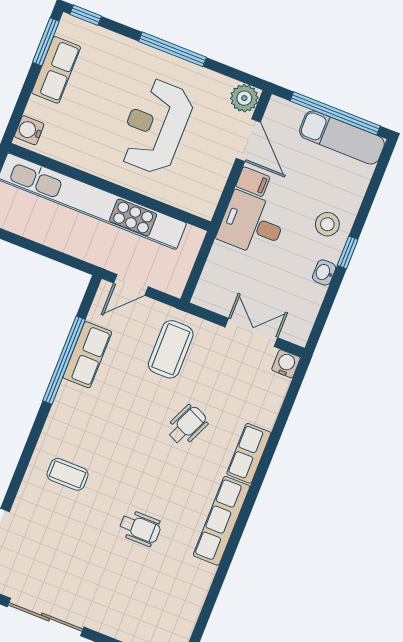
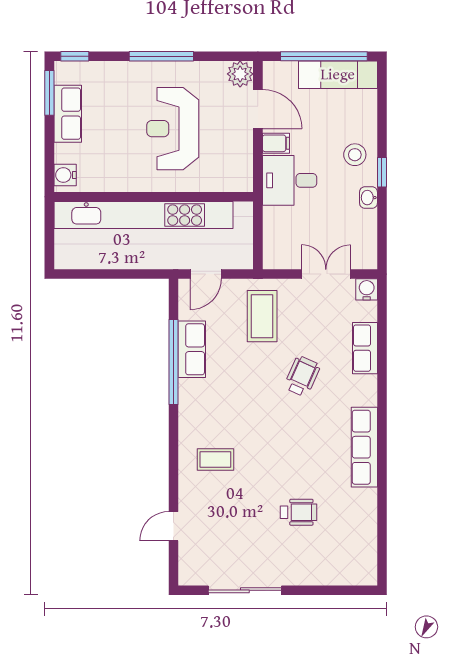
row of seats: (249, 453) -> (365, 348), moved
wheelchair: (140, 528) -> (299, 512), moved

